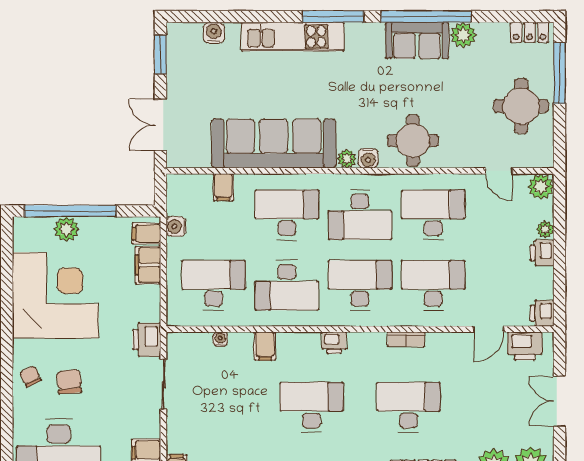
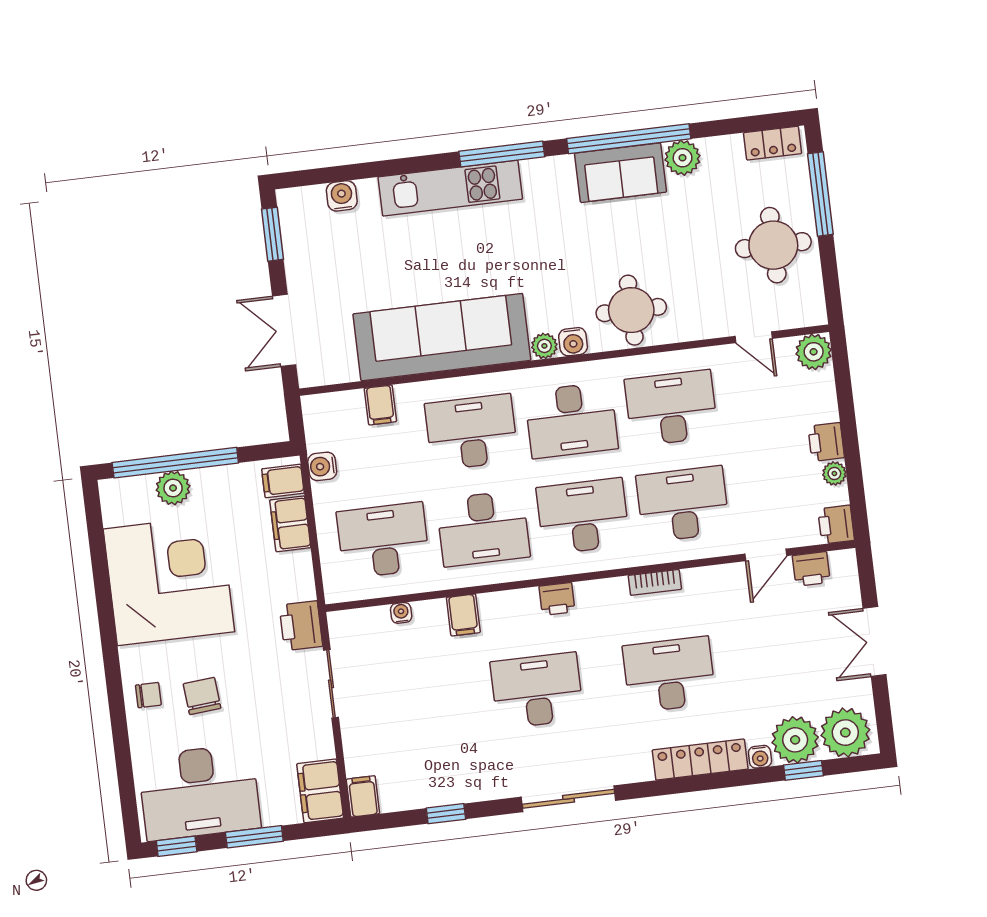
plant: (545, 229) -> (834, 473), moved
printer: (525, 346) -> (811, 569), width x0.73, depth x0.81
chair: (30, 376) -> (148, 695), turned 115

